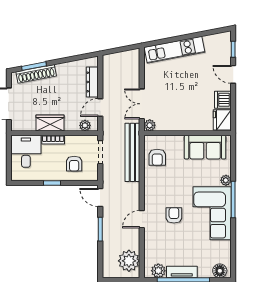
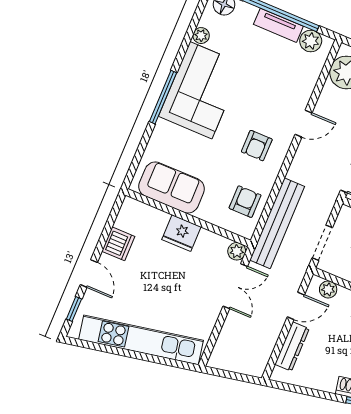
kitchen unit: (174, 50) -> (141, 340), width x1.36
fridge: (222, 120) -> (181, 233), moved, turned 90
plant: (226, 180) -> (201, 36), moved
armchair: (174, 215) -> (257, 146), moved

